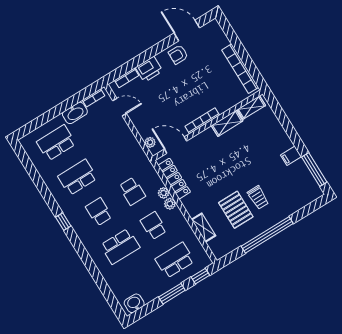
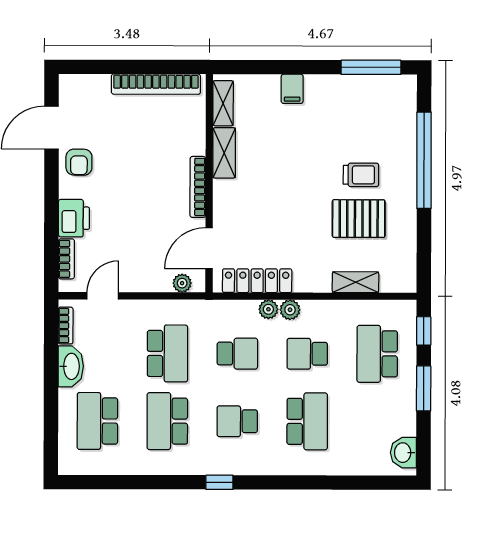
filing cabinet: (291, 156) -> (292, 89), moved
school desk: (111, 157) -> (167, 353), added
window: (267, 235) -> (424, 160), moved

